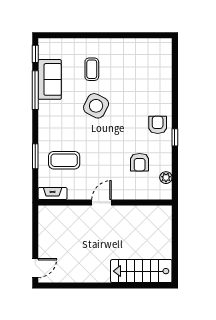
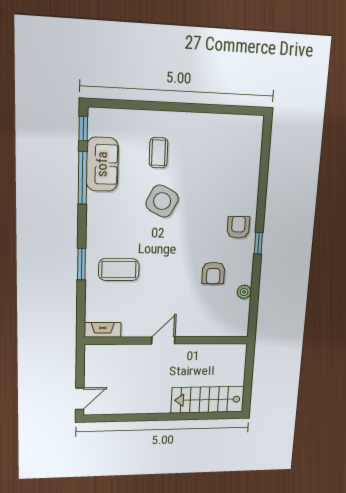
fireplace: (53, 194) -> (103, 330), moved
door: (102, 203) -> (163, 340), moved
wall: (105, 203) -> (168, 340), moved

